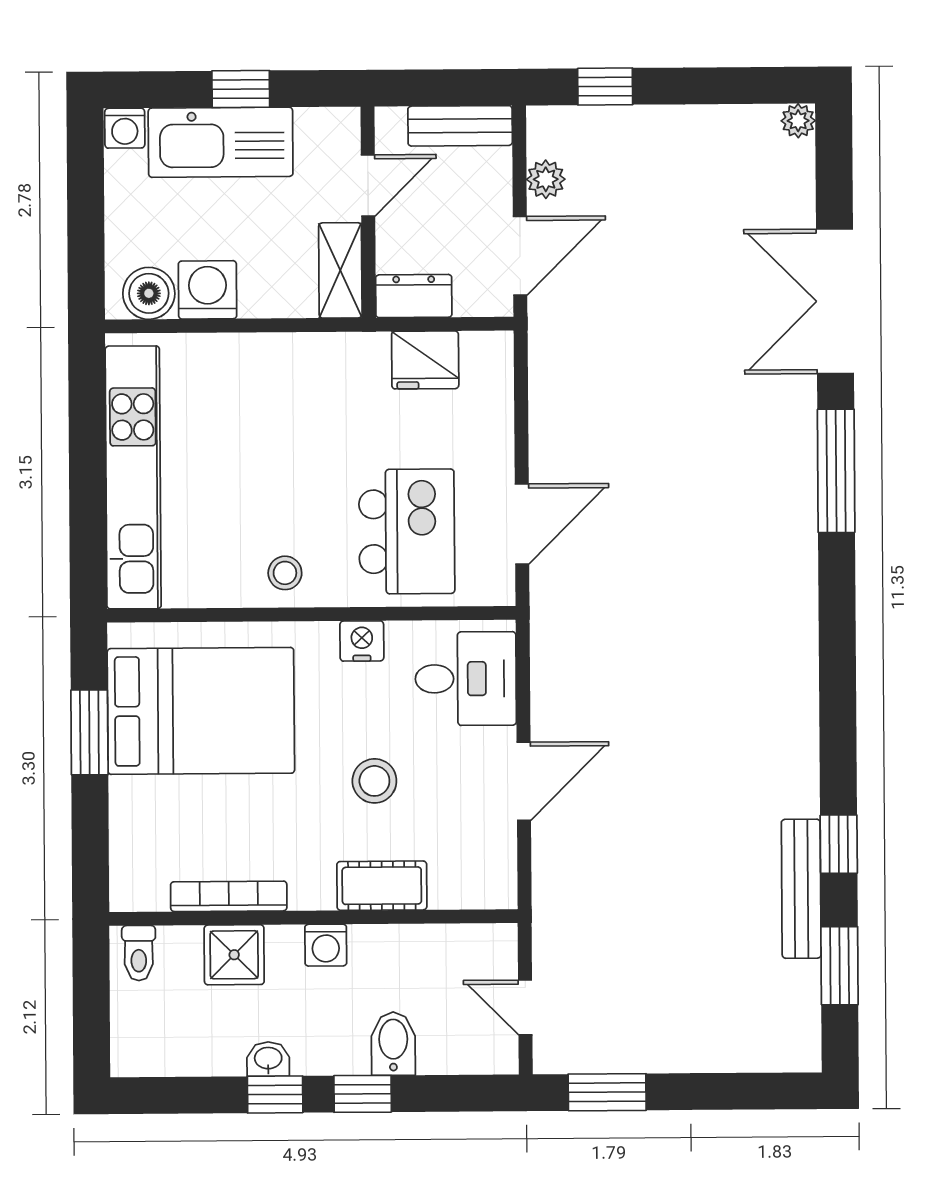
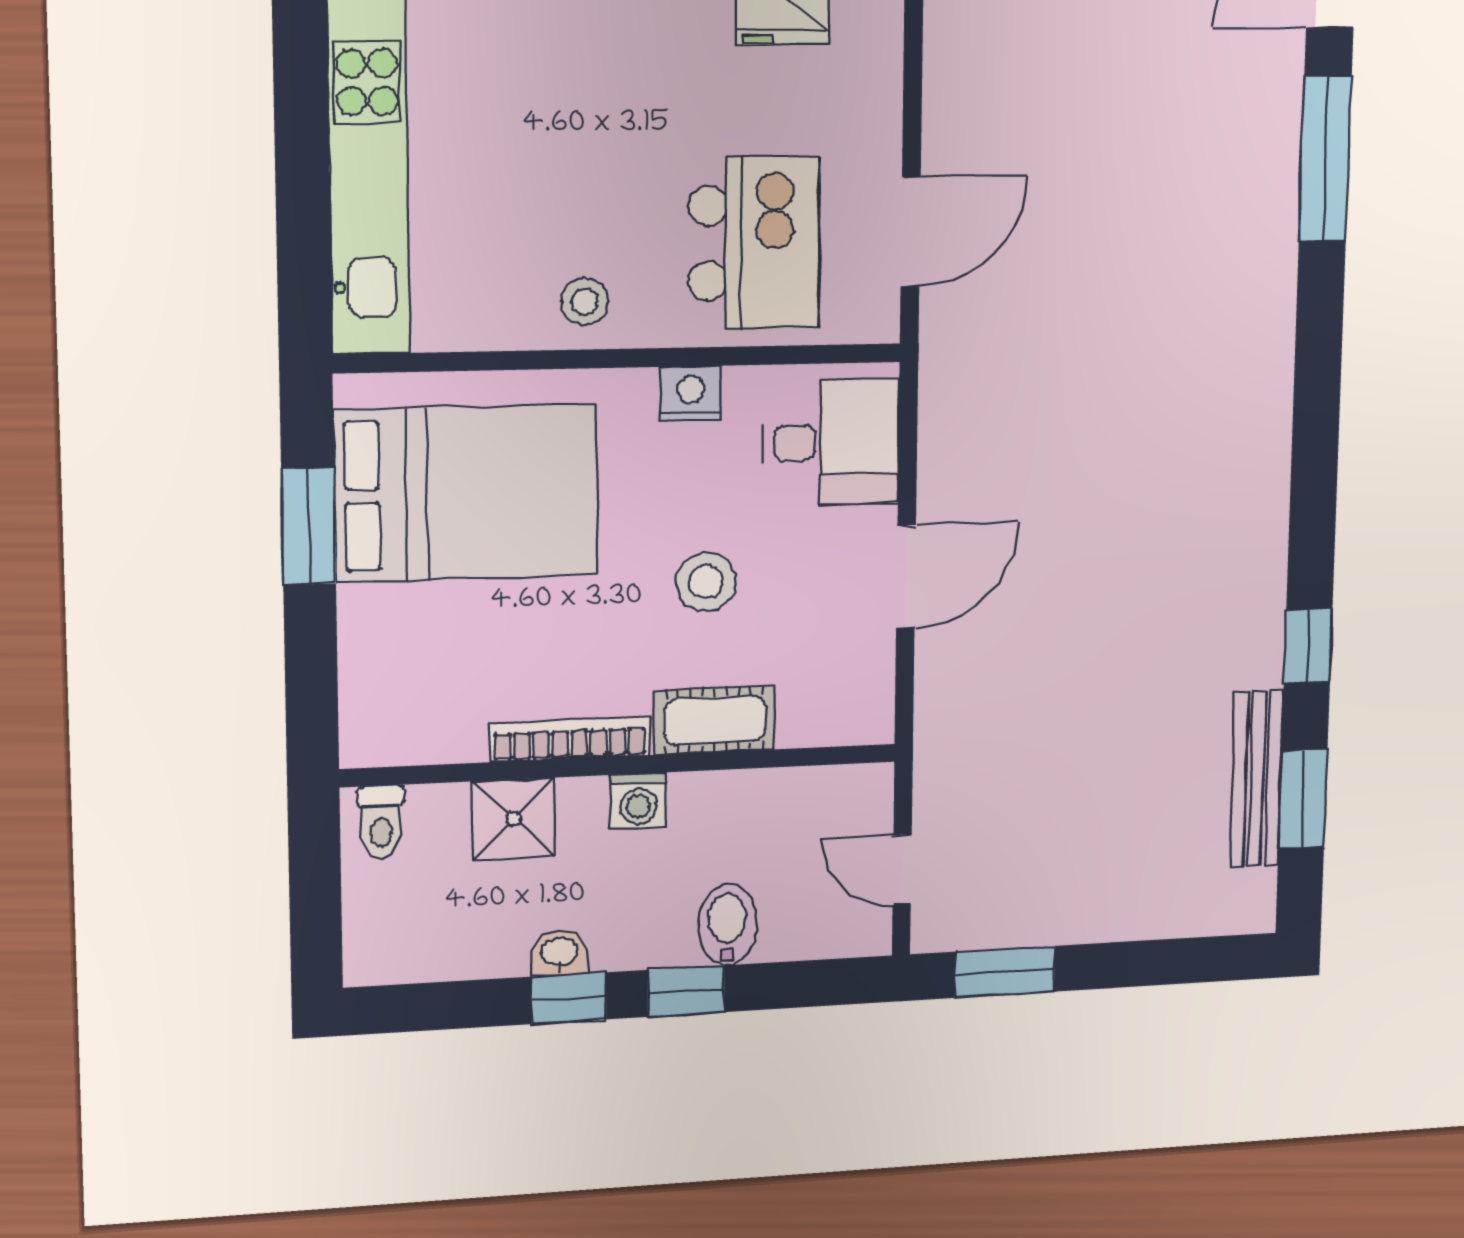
bench: (801, 889) -> (1257, 779), moved
bookcase: (229, 896) -> (570, 739), moved

